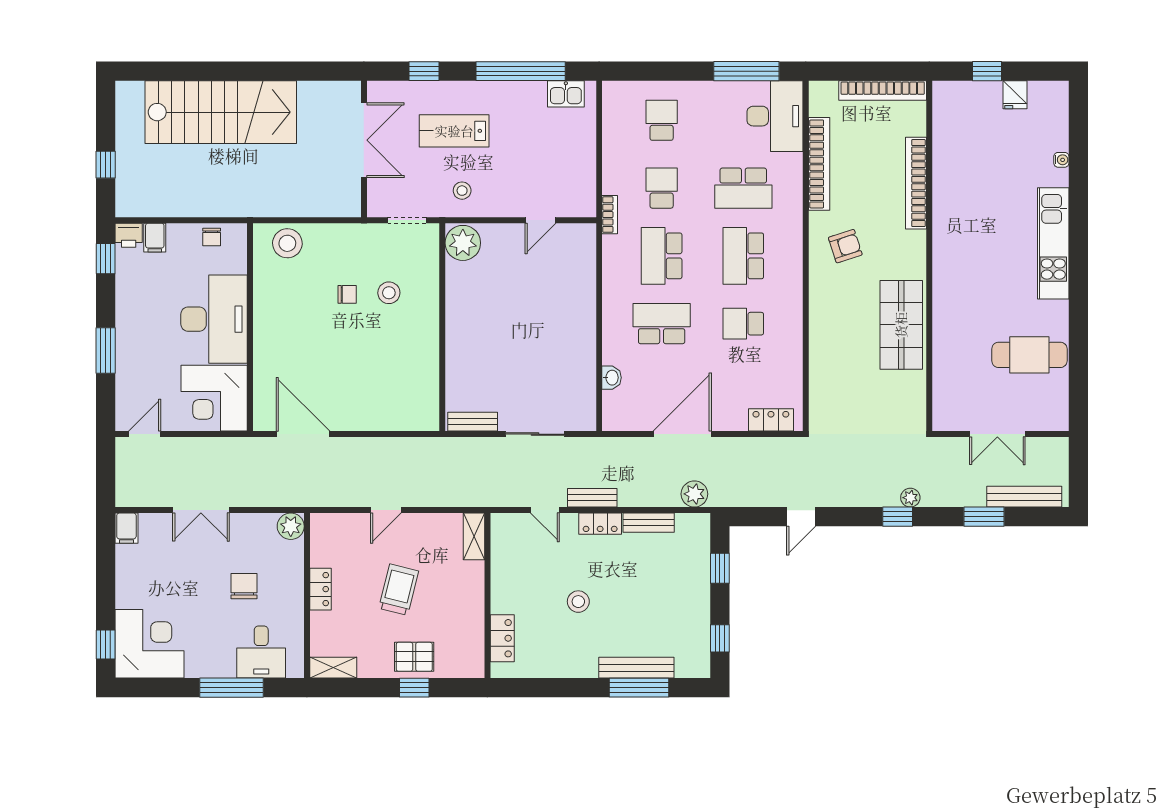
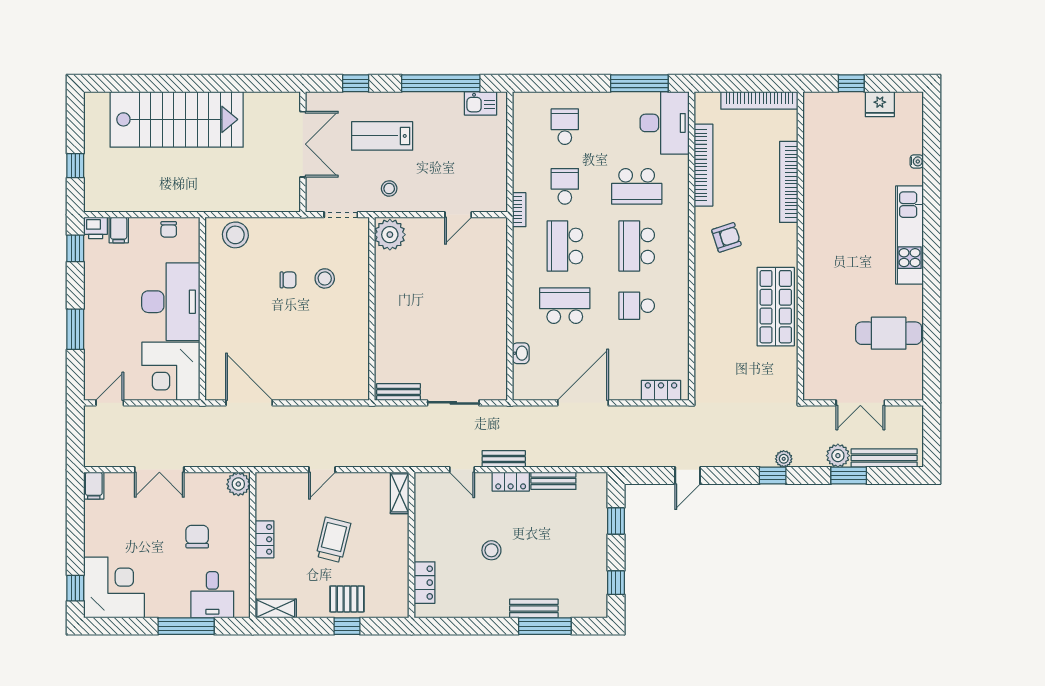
fridge: (1015, 95) -> (880, 104), width x1.38
plant: (694, 494) -> (838, 456), moved
bench: (636, 668) -> (534, 608), width x0.73

